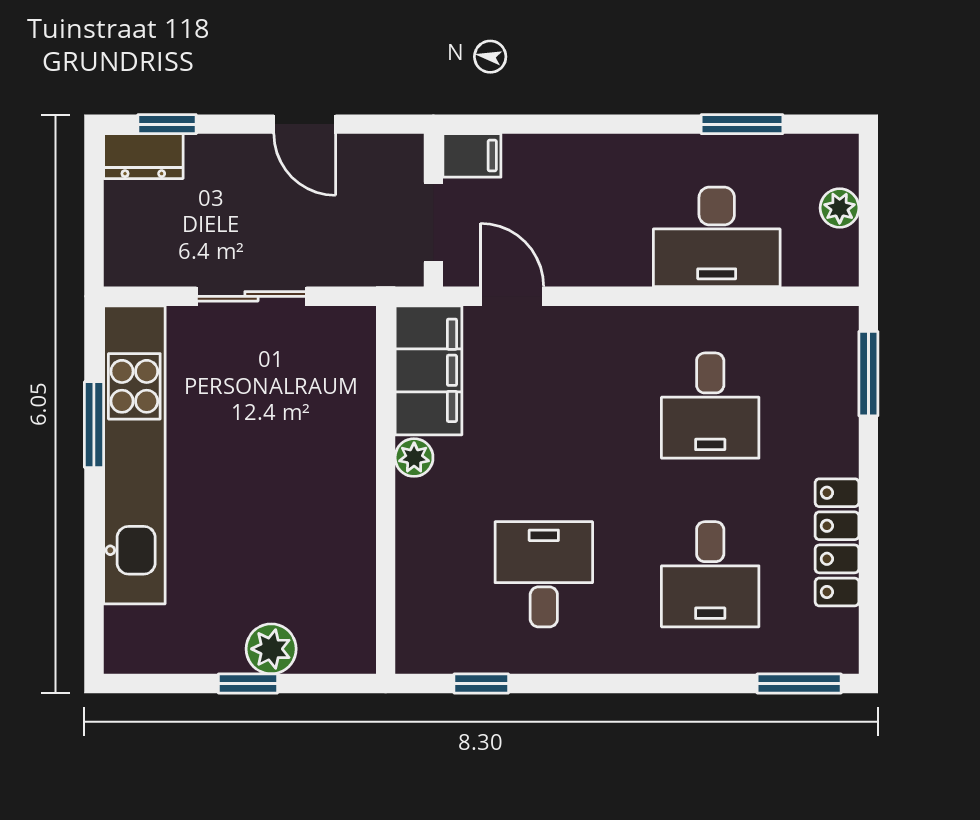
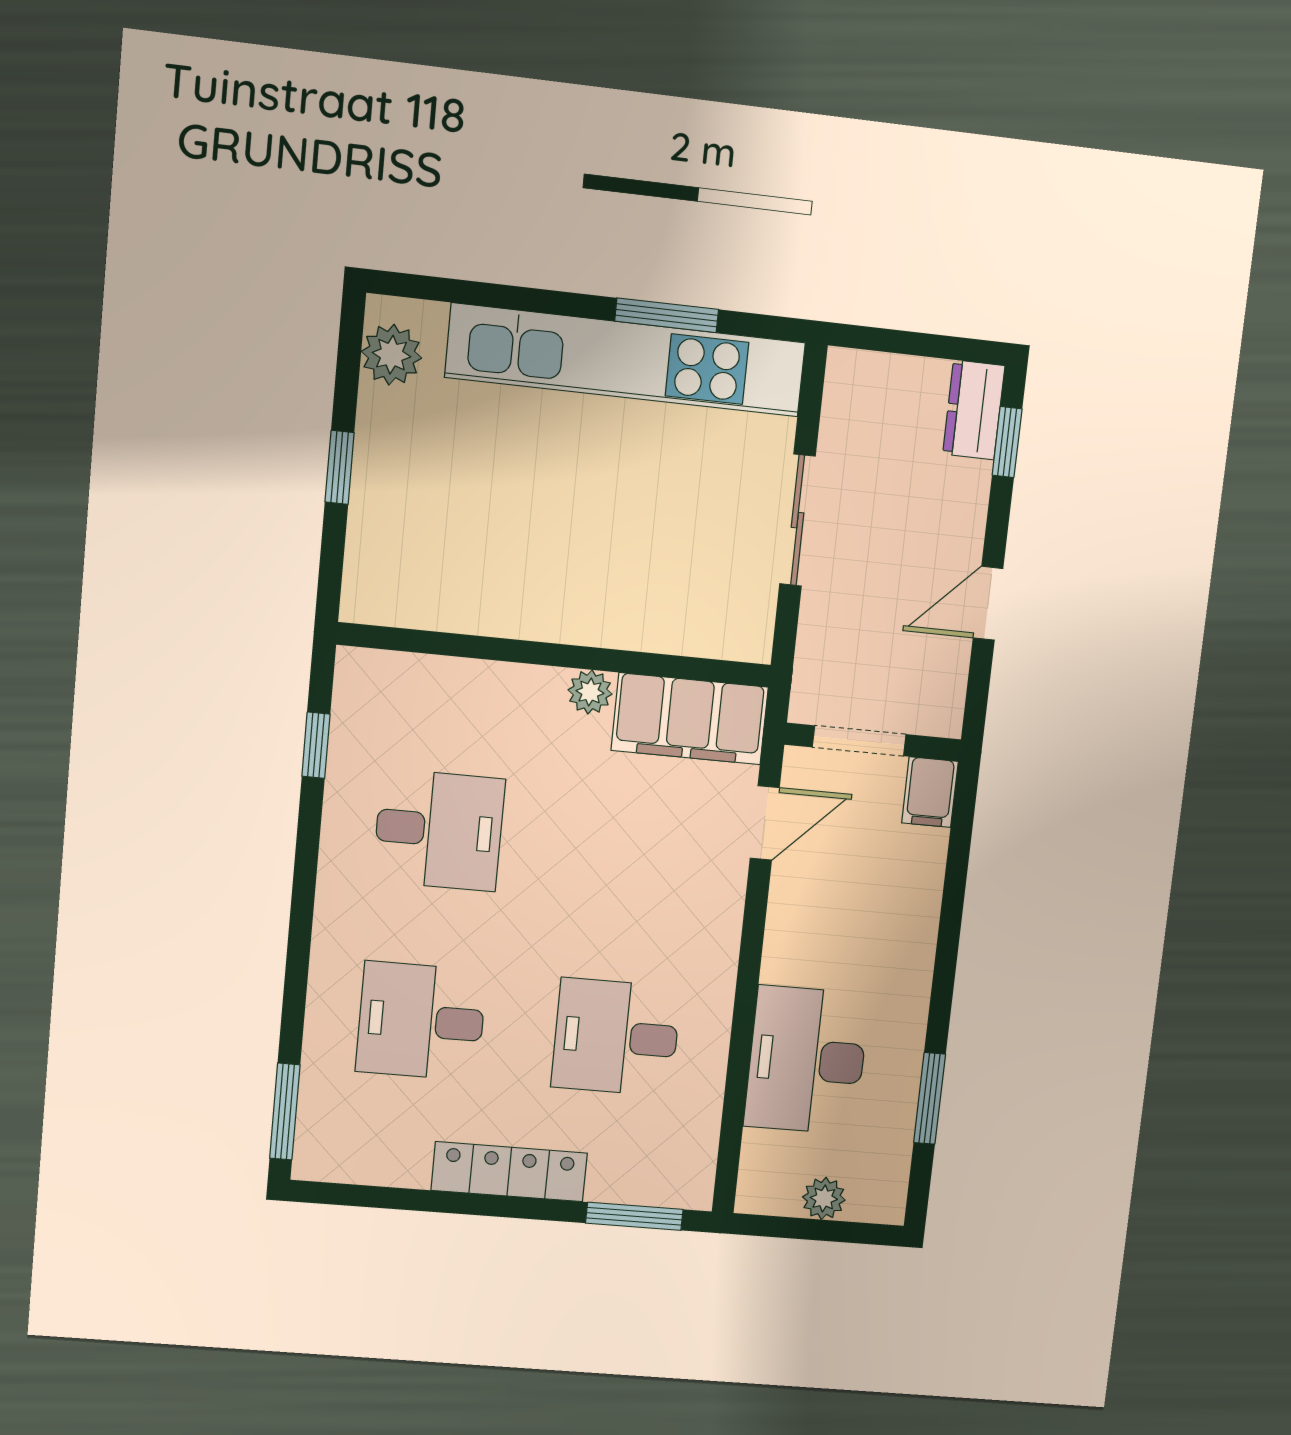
locker: (837, 542) -> (509, 1172), moved
plant: (271, 649) -> (392, 355), moved

